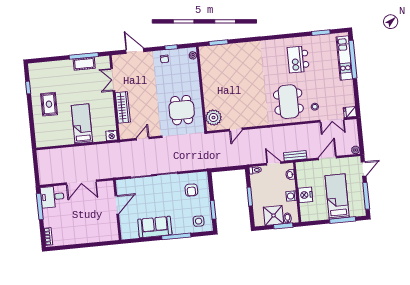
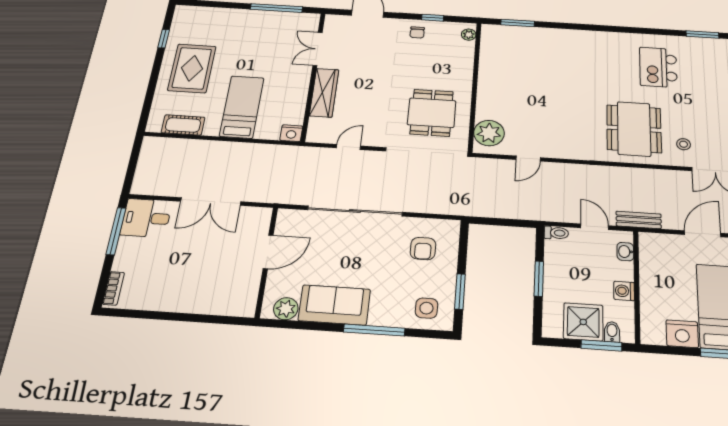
cot: (84, 64) -> (183, 125), moved
rug: (49, 104) -> (192, 68), width x1.36, depth x1.43
nightstand: (305, 195) -> (682, 334), moved, turned -90
plant: (132, 233) -> (286, 309), added

